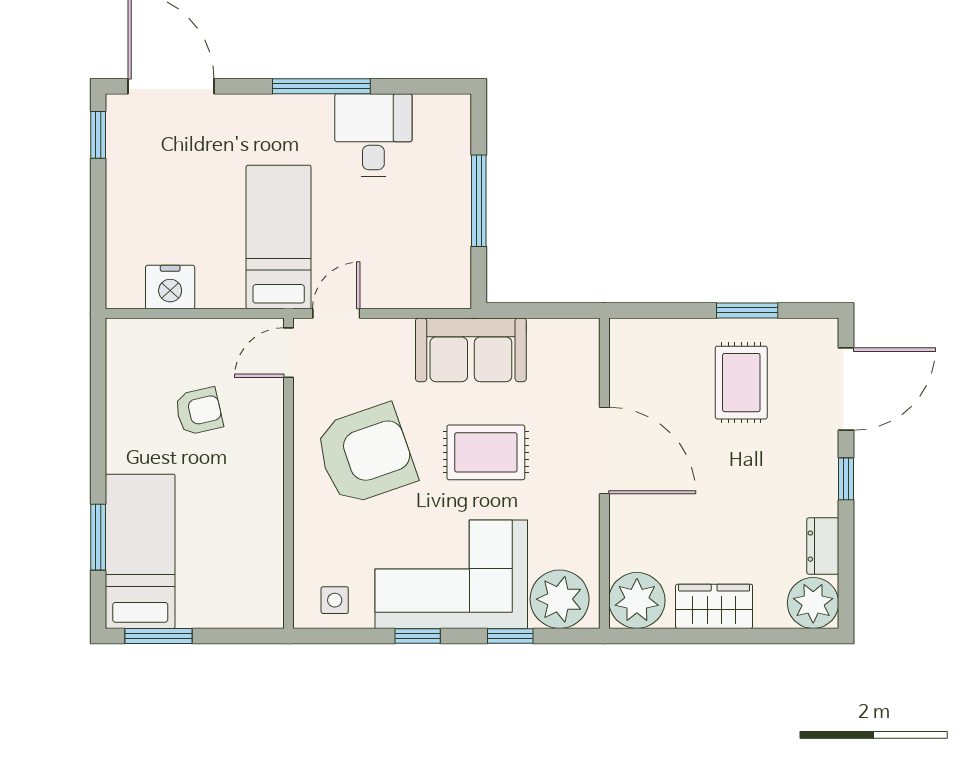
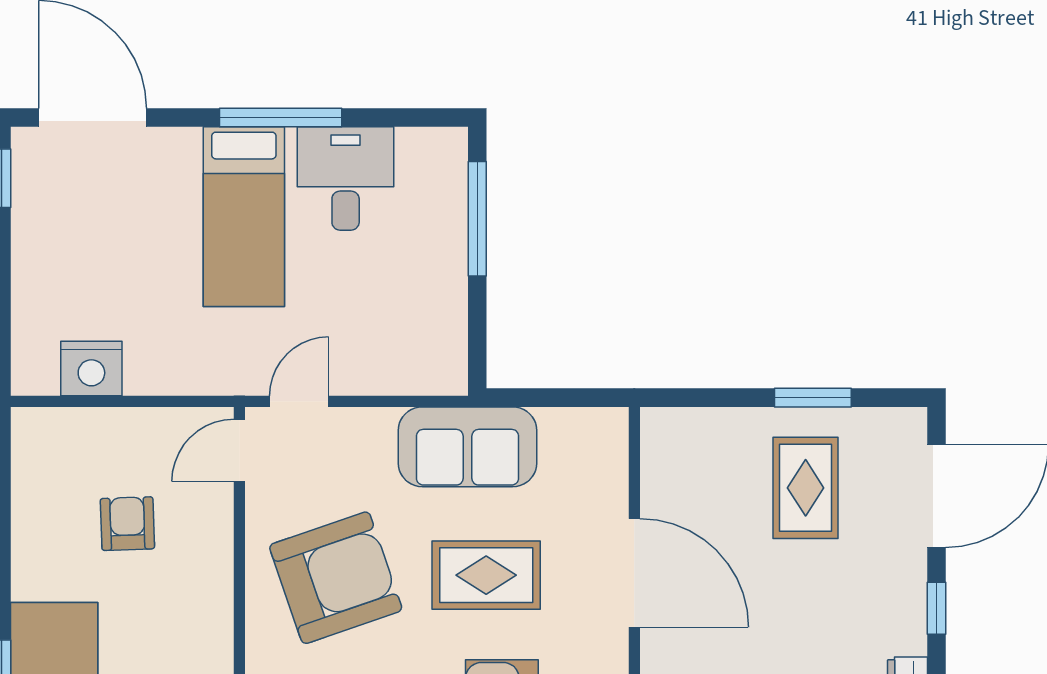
window: (479, 201) -> (477, 219), moved
bed: (279, 237) -> (244, 217), moved, turned 180
armchair: (199, 411) -> (127, 524), turned -79

